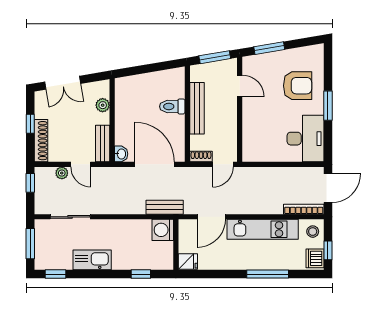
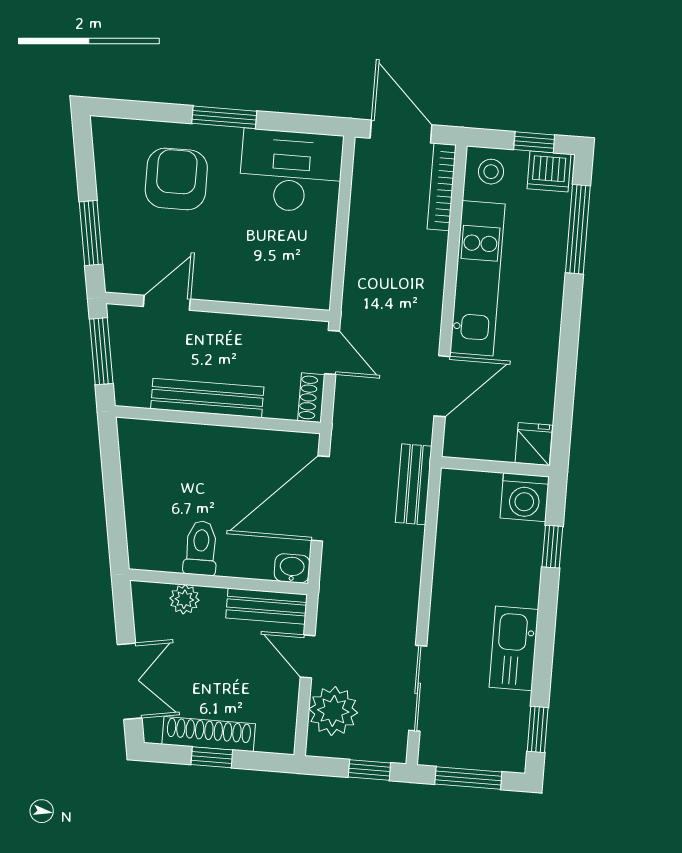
toilet: (172, 106) -> (201, 548), moved, turned 180
shoe rack: (41, 141) -> (209, 734), moved
door: (81, 164) -> (308, 656), swing flipped
plant: (62, 173) -> (333, 711), width x1.87, depth x1.87
window: (30, 183) -> (369, 770), moved
door: (211, 217) -> (442, 386), hinge flipped
washing machine: (163, 230) -> (525, 497), moved
window: (268, 274) -> (578, 229), moved

